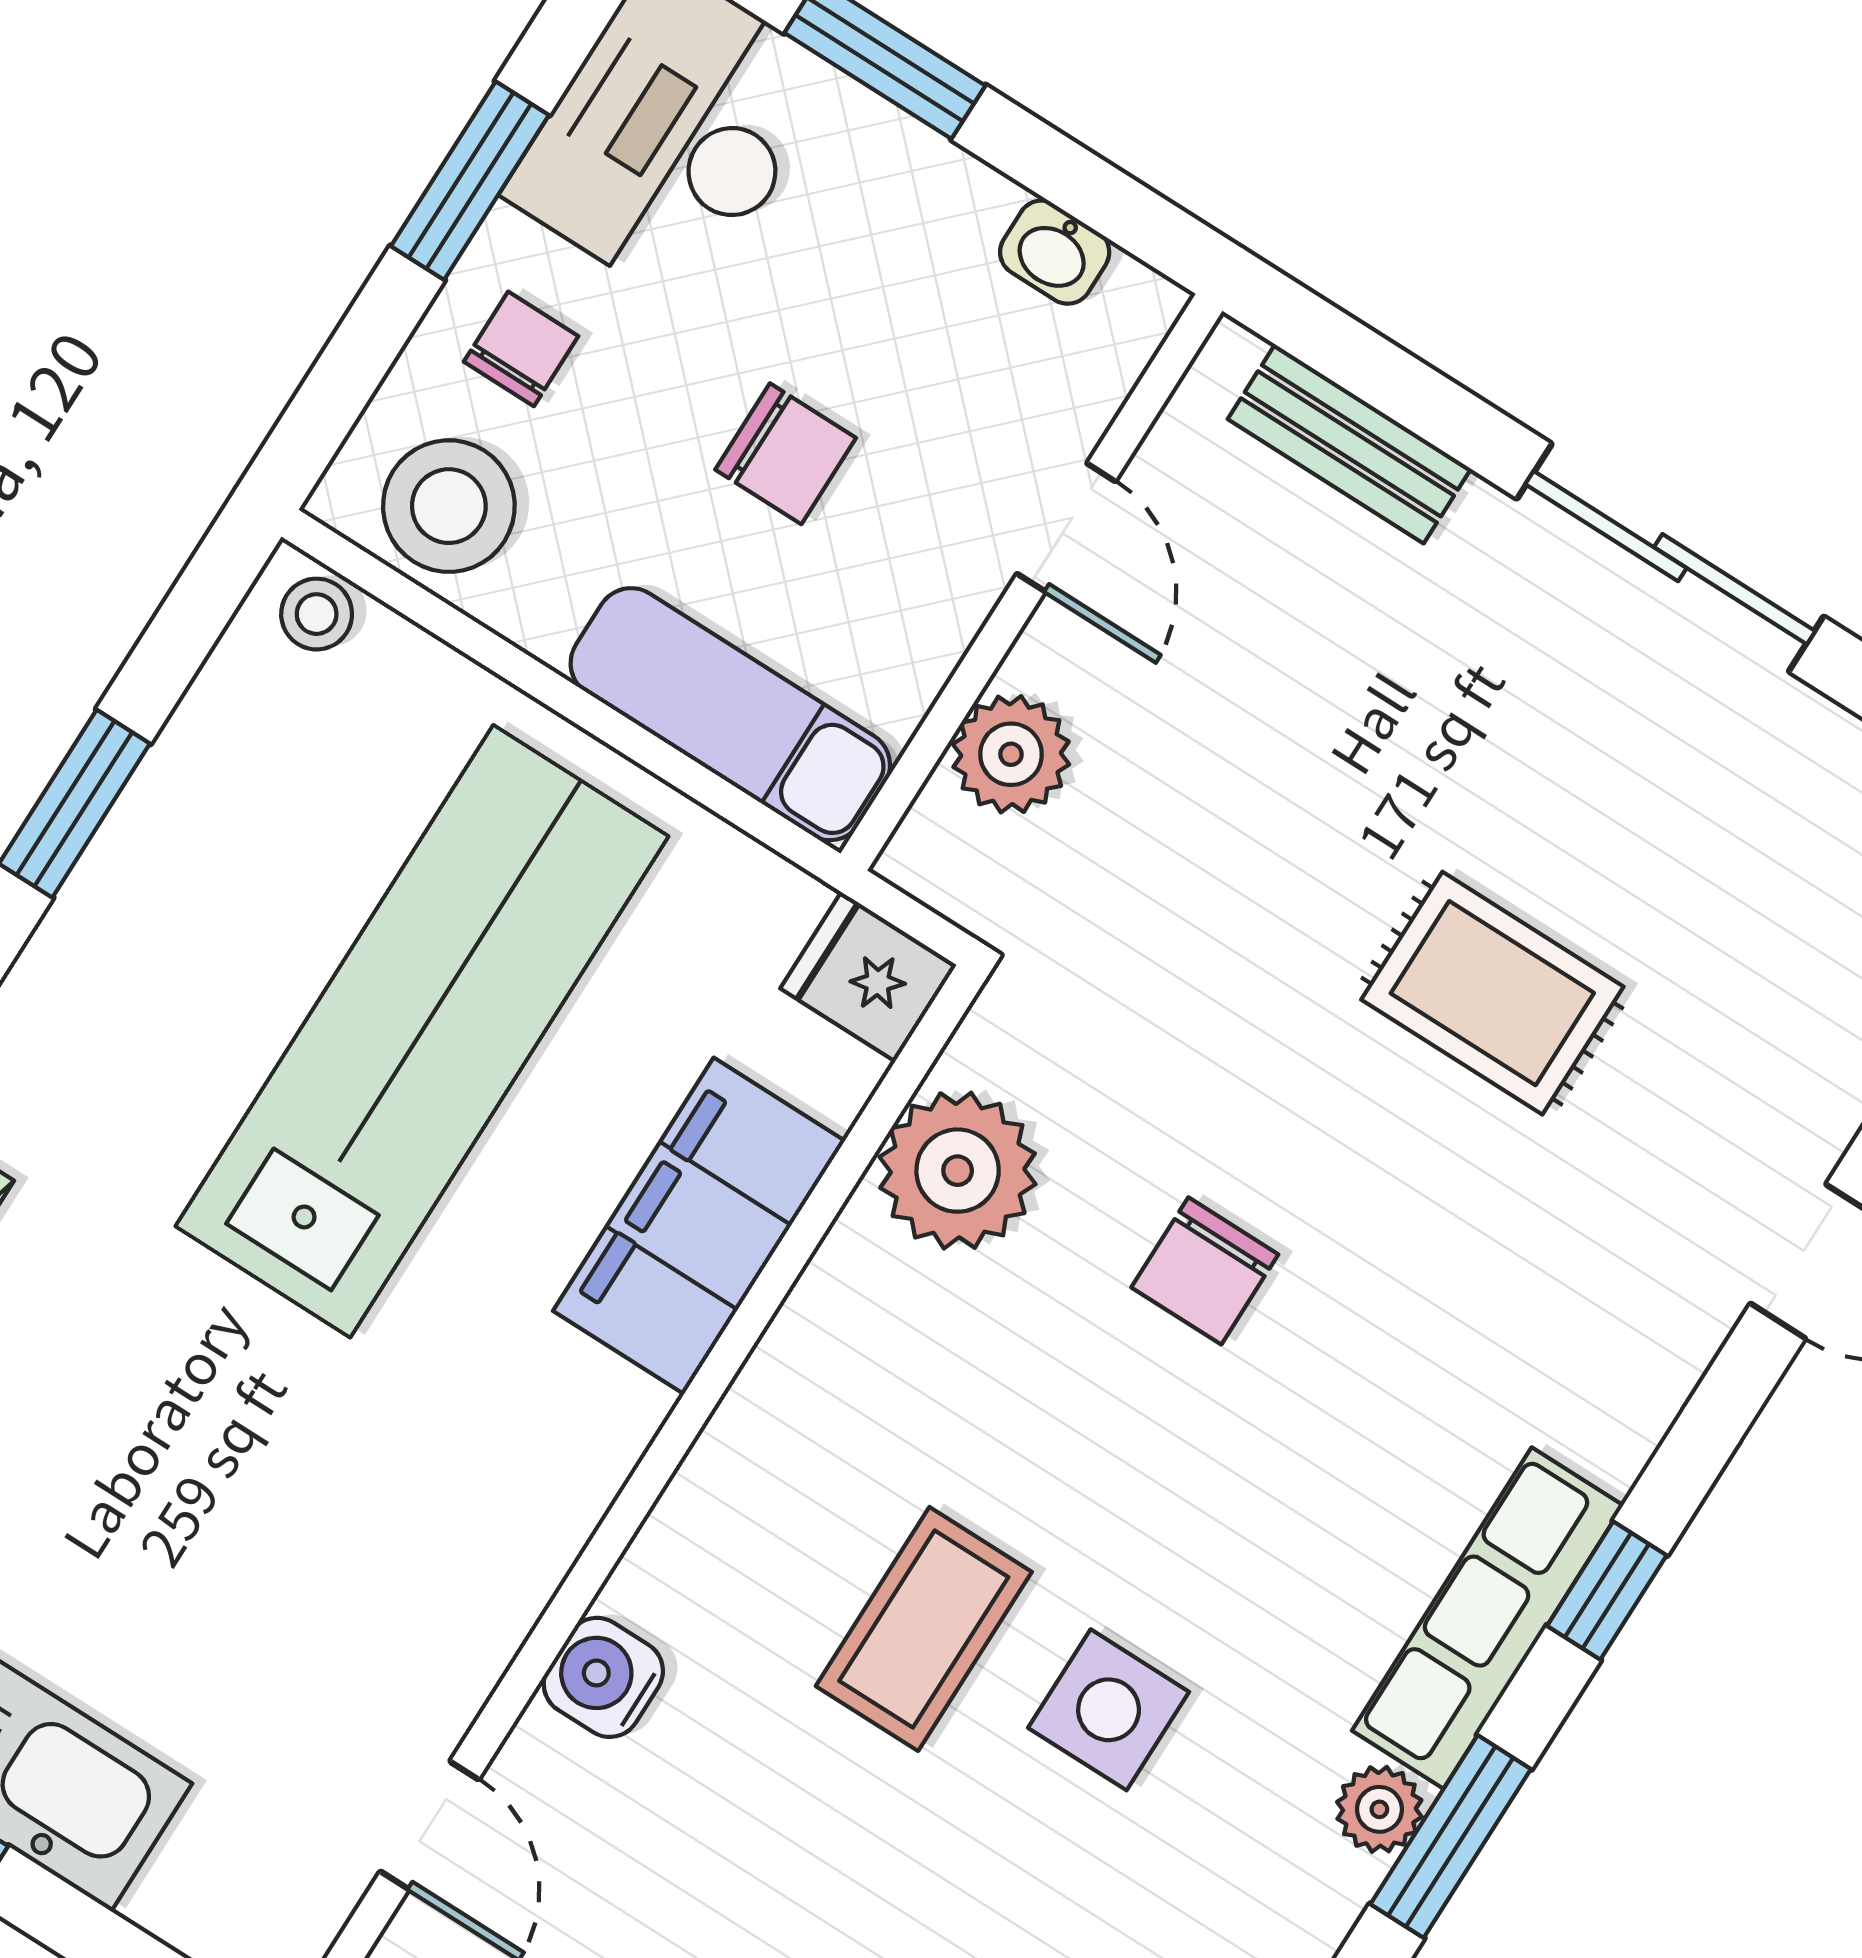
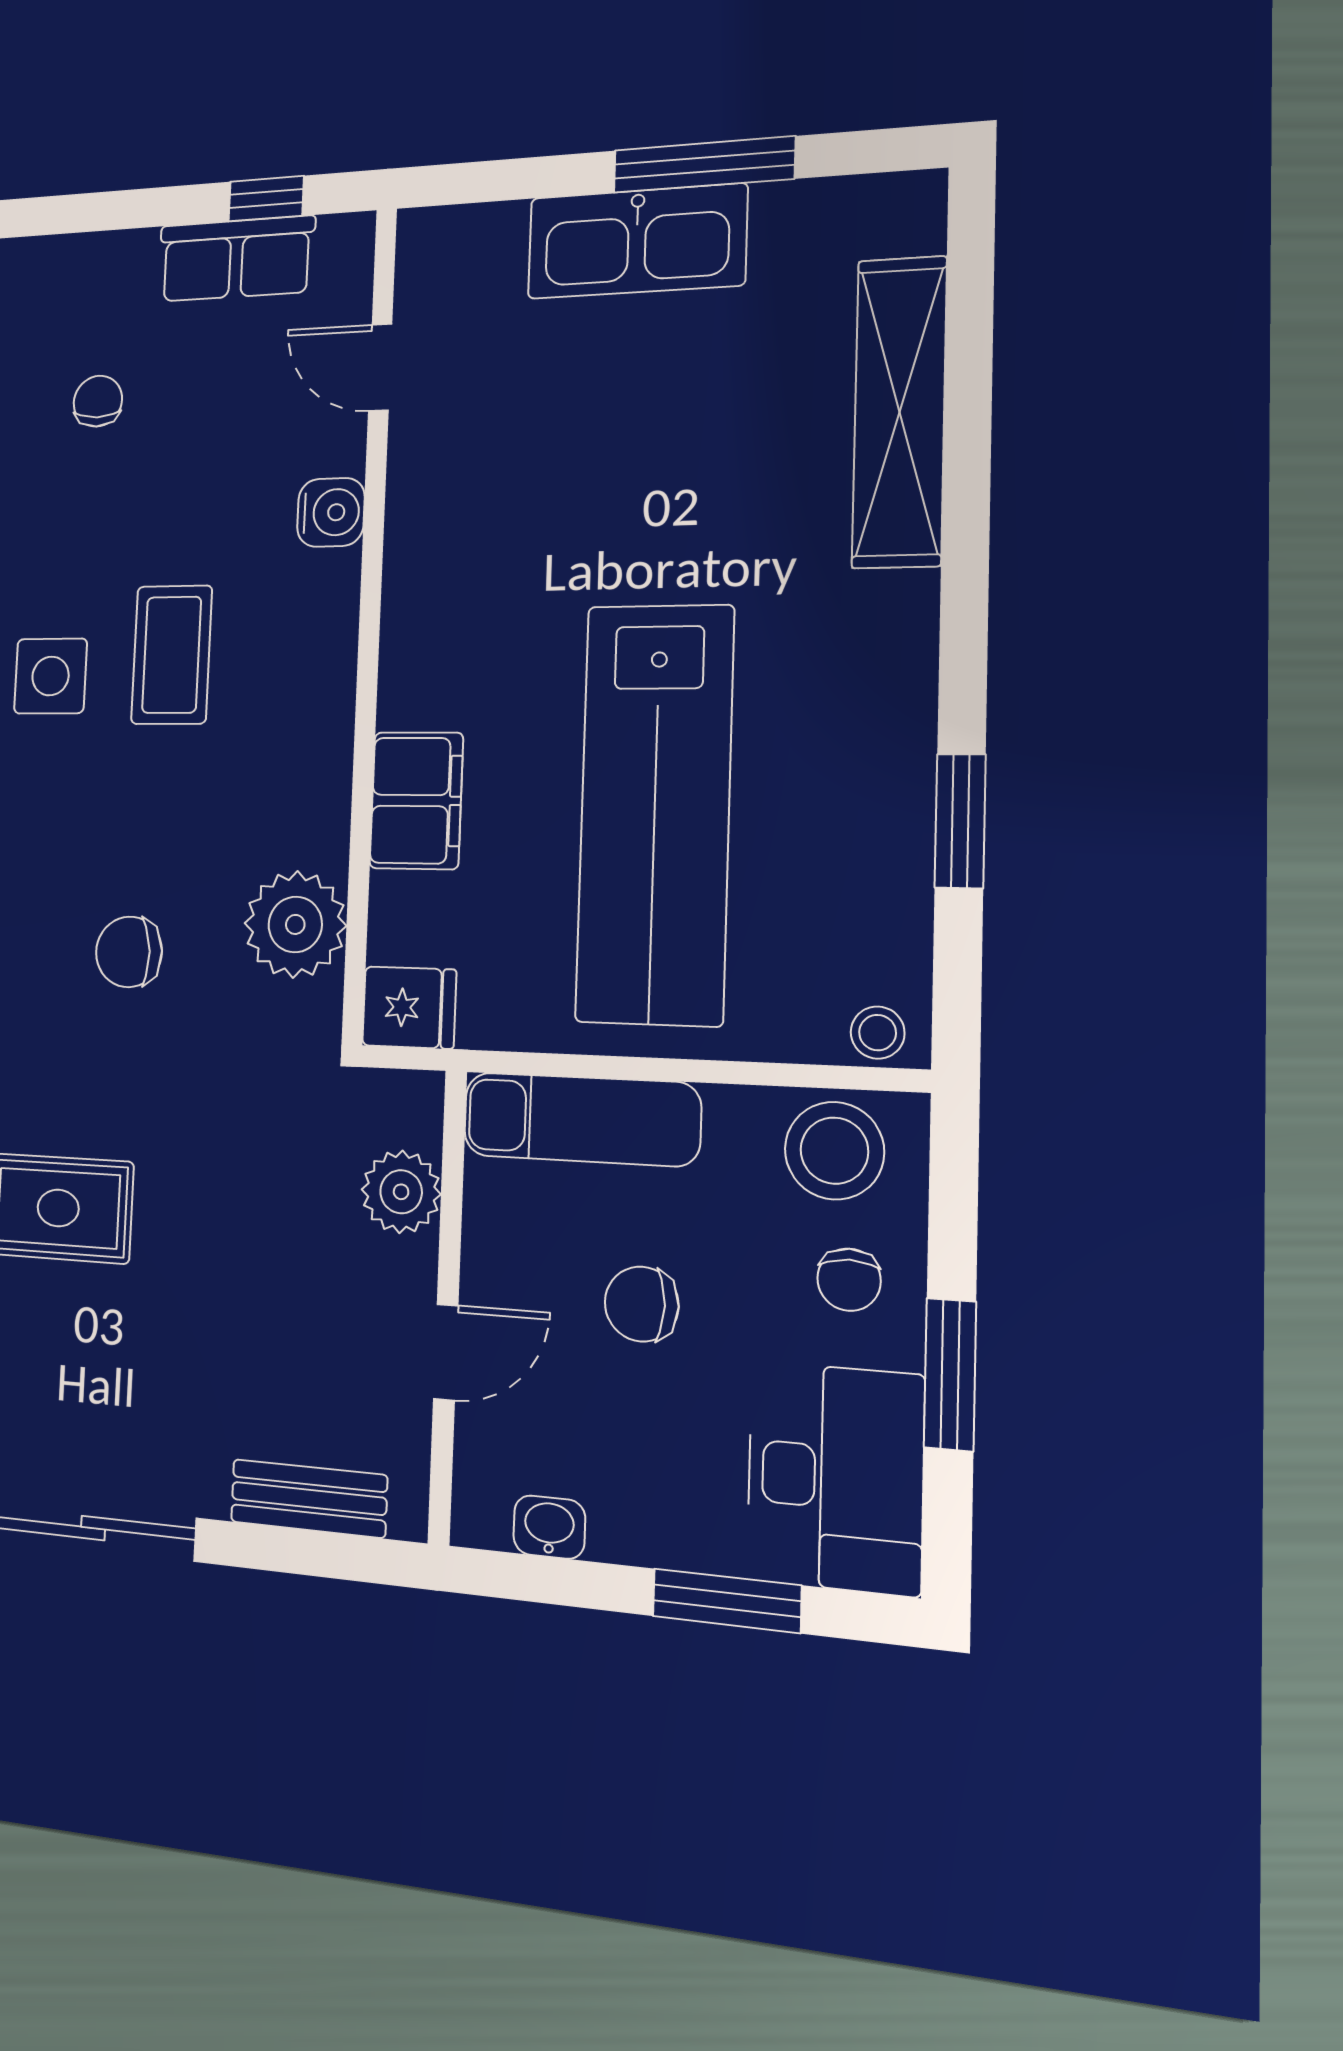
door: (1066, 528) -> (446, 1352), swing flipped
filing cabinet: (699, 1226) -> (416, 801), width x0.67, depth x0.86
chair: (1205, 1271) -> (129, 952), turned -93

